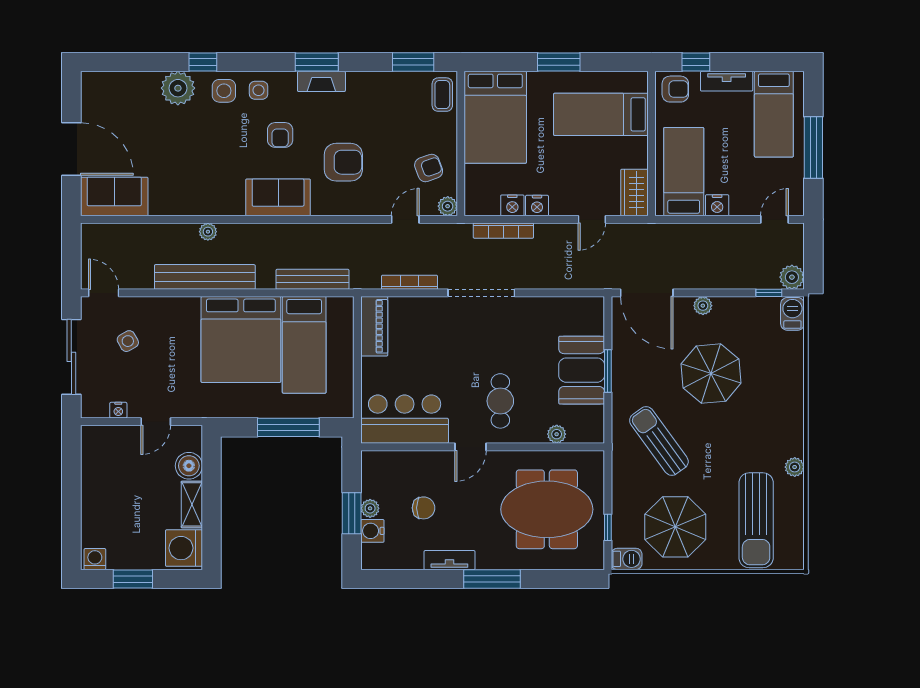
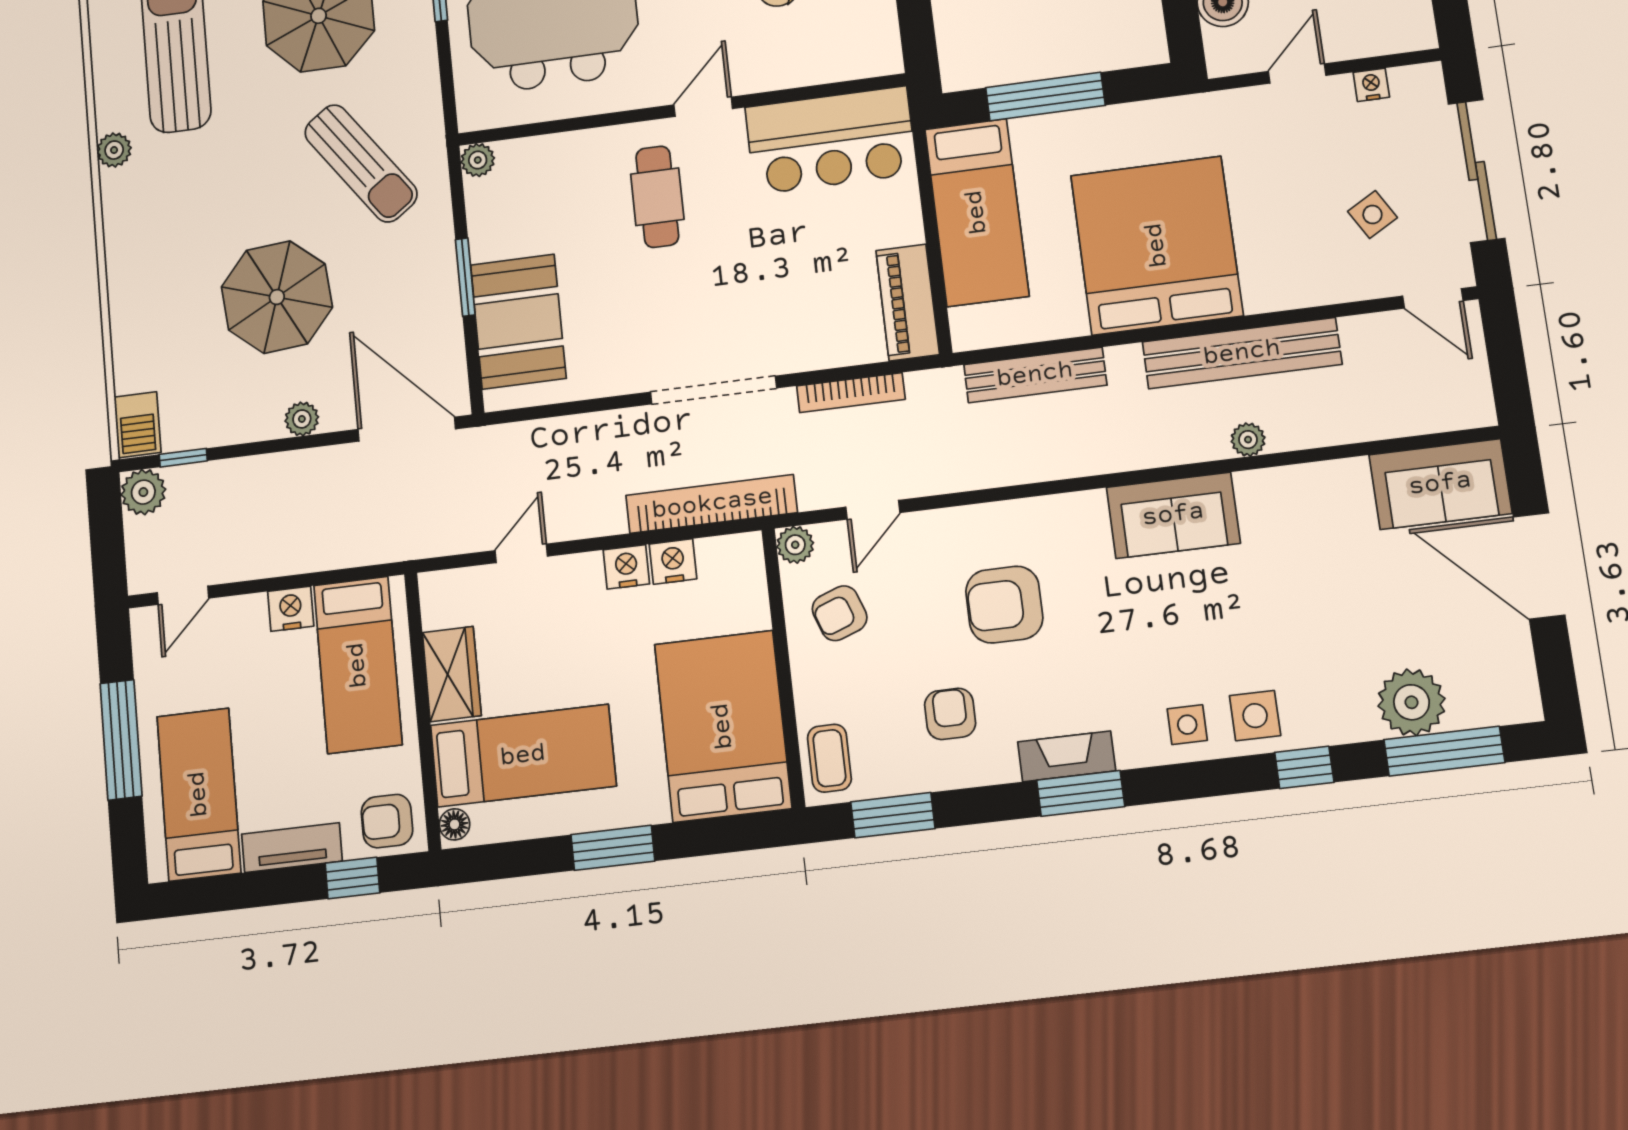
window: (132, 62) -> (1444, 751), added
floor lamp: (640, 83) -> (455, 824), added
plant: (178, 88) -> (1412, 702), moved
armchair: (280, 135) -> (950, 714), moved
wardrobe: (634, 193) -> (452, 674), moved
sofa: (278, 197) -> (1173, 515), moved
bookcase: (503, 231) -> (712, 504), width x1.48, depth x1.31
bed: (304, 345) -> (977, 212), moved, turned 180
booth: (582, 370) -> (518, 322), moved
plant: (557, 434) -> (478, 160), moved

